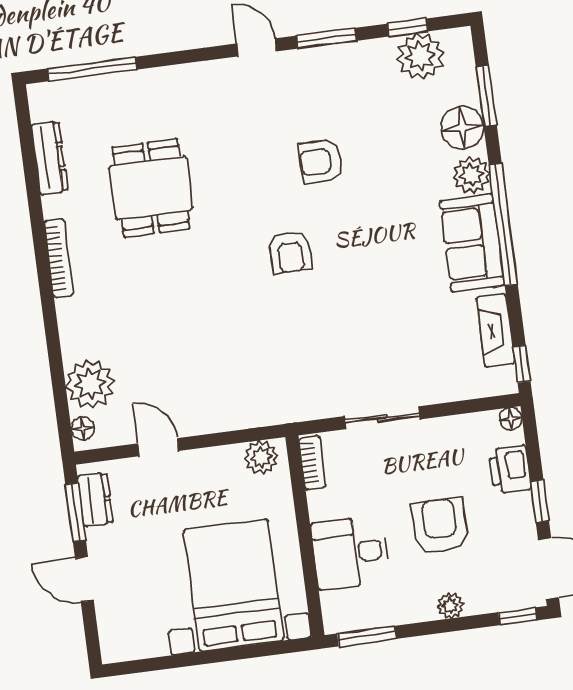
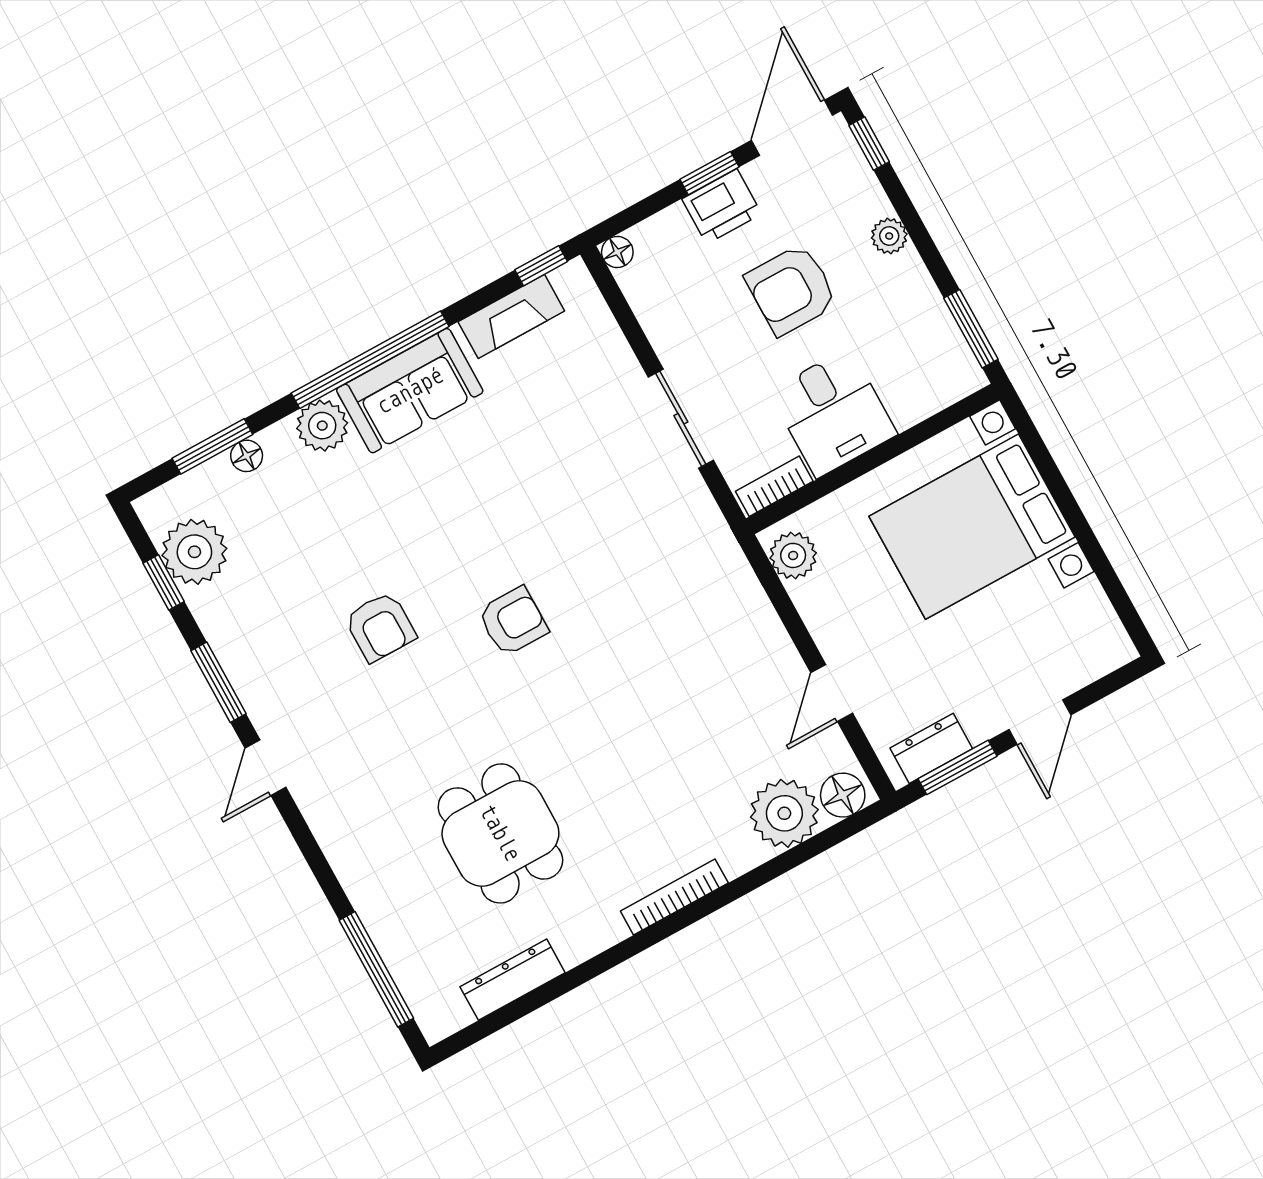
floor lamp: (462, 128) -> (247, 456), width x0.53, depth x0.53
dining table: (151, 188) -> (500, 833), turned 90
bookcase: (59, 258) -> (674, 897), moved
floor lamp: (83, 428) -> (843, 795), width x1.37, depth x1.37
printer: (510, 469) -> (722, 206), moved
desk: (350, 553) -> (833, 413), moved

